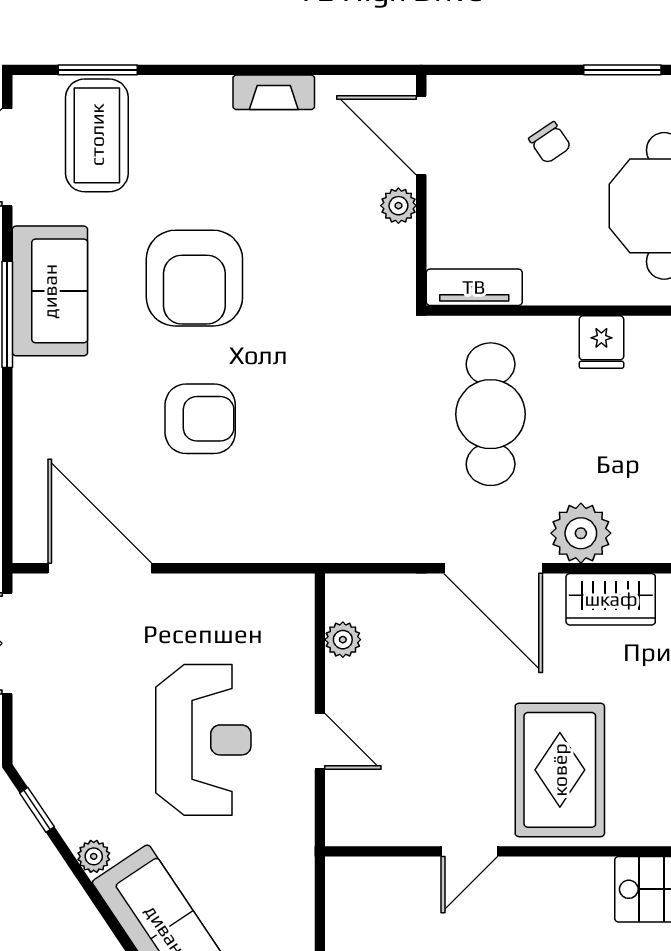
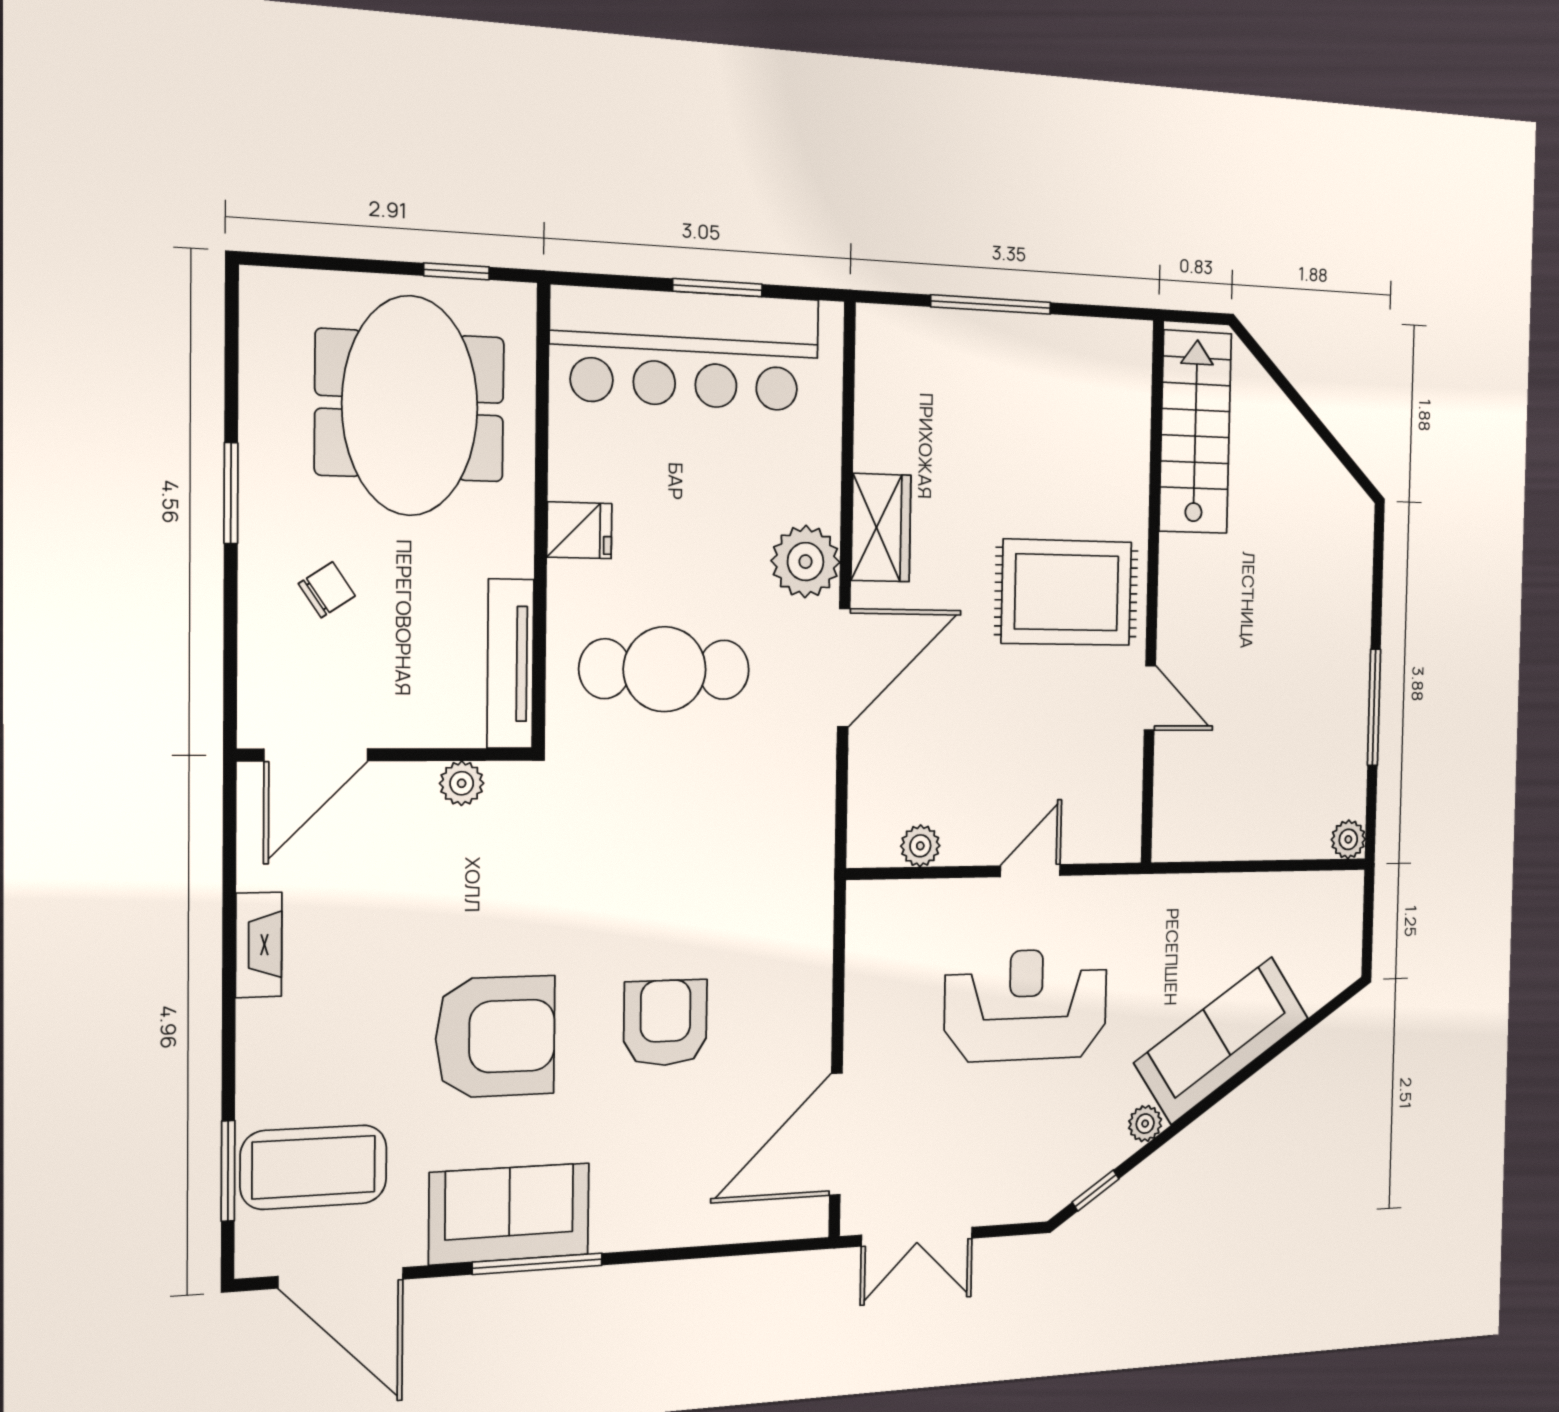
plant: (398, 206) -> (462, 783), moved
tv unit: (474, 287) -> (510, 664), width x1.41

